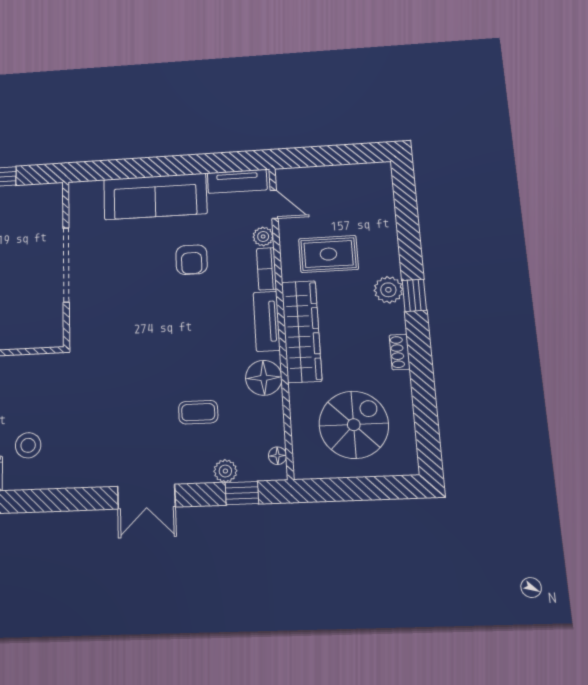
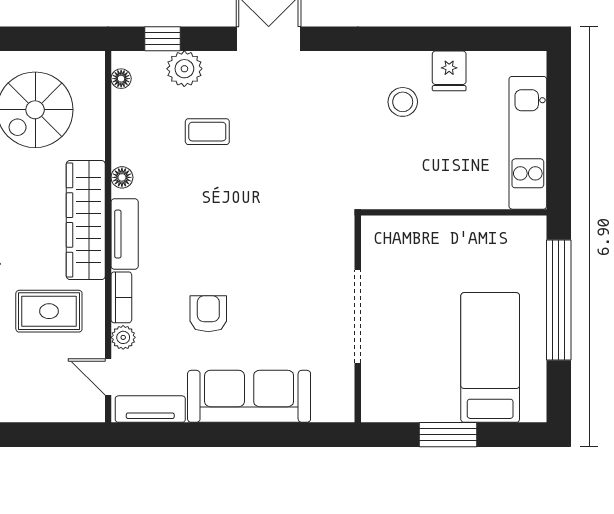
floor lamp: (264, 378) -> (122, 177), width x0.53, depth x0.53
plant: (225, 471) -> (184, 69), width x1.38, depth x1.38

